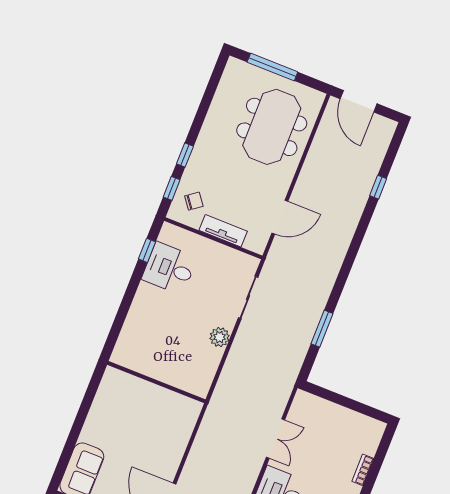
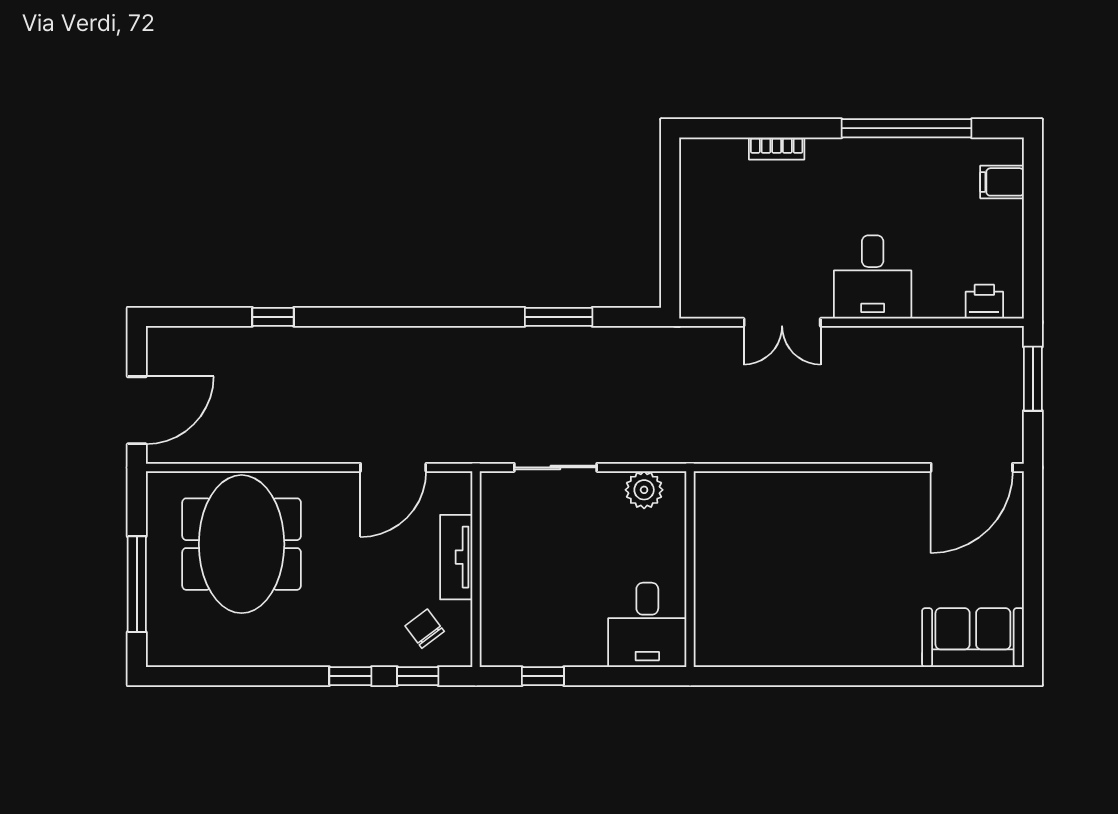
meeting table: (272, 127) -> (242, 544), turned 90
door: (280, 217) -> (393, 467), swing flipped
desk: (169, 268) -> (647, 625), moved
wall: (156, 382) -> (690, 569), moved
double door: (276, 438) -> (782, 322), swing flipped

